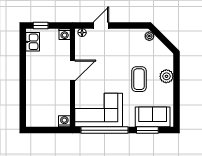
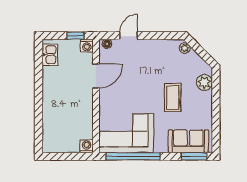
window: (41, 25) -> (76, 36), moved
door: (73, 70) -> (96, 76), moved
plant: (166, 76) -> (204, 82), moved
window: (147, 130) -> (194, 156), moved

